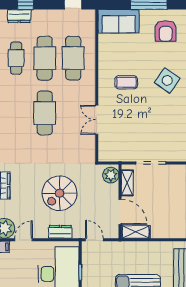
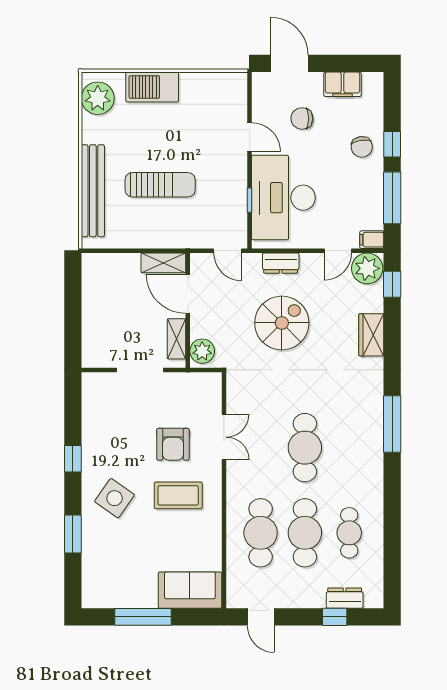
armchair: (166, 31) -> (173, 444), moved, turned 180
coffee table: (126, 82) -> (178, 495), width x1.36, depth x1.30

